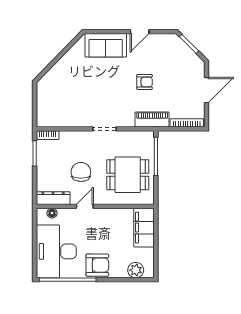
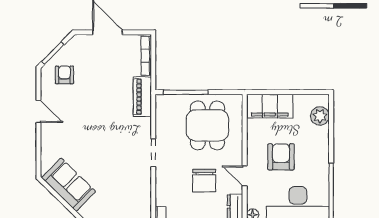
sofa: (106, 45) -> (69, 185), moved, turned -46
armchair: (145, 82) -> (64, 75), moved
chair: (81, 172) -> (204, 181), turned -90
armchair: (97, 265) -> (281, 157), moved

